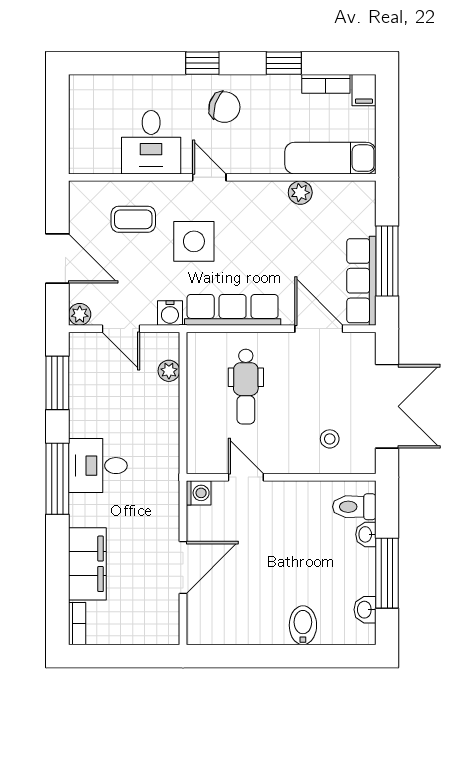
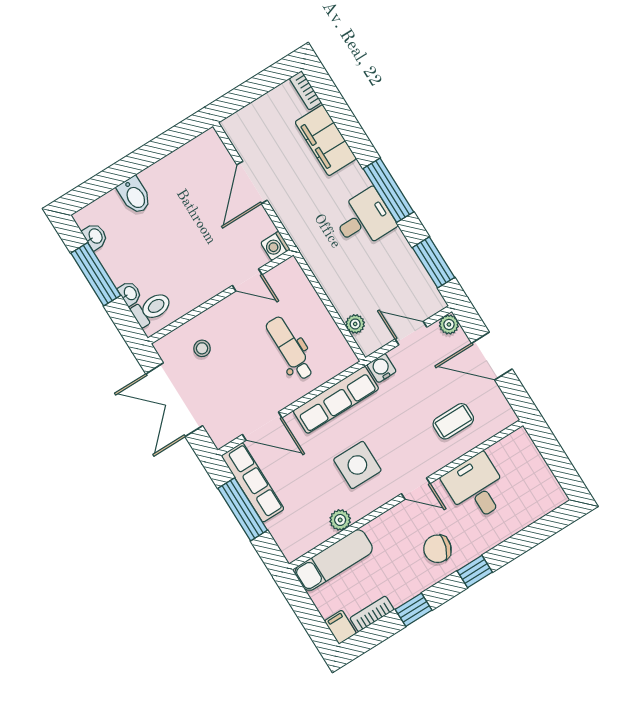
side table: (194, 241) -> (357, 465), moved

